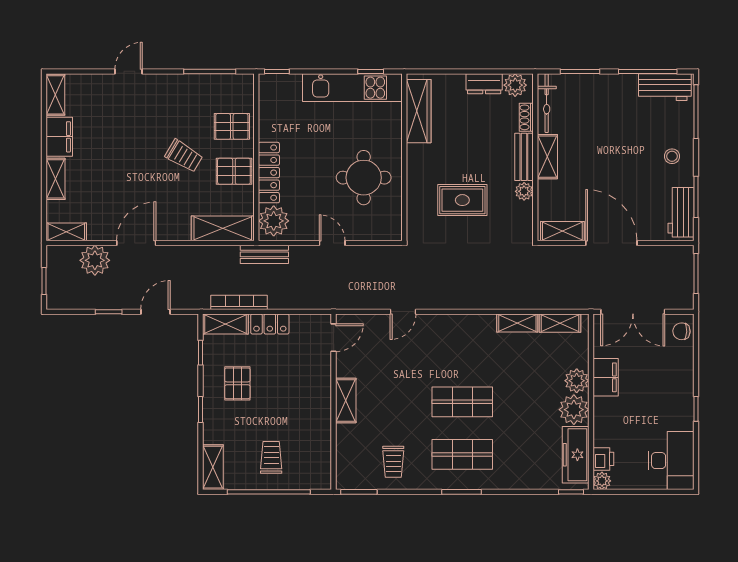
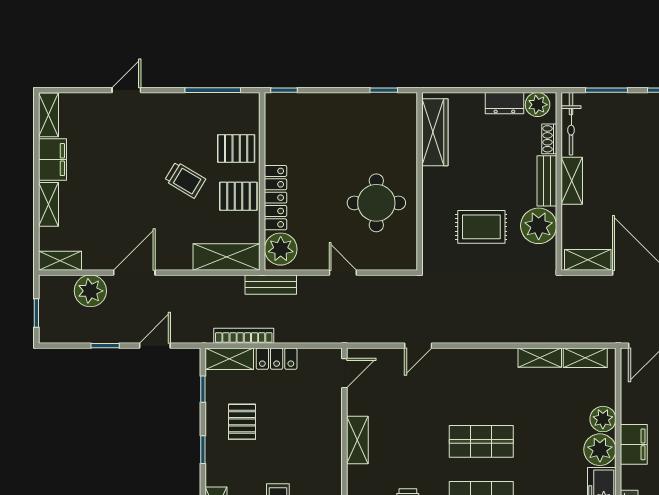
kitchen unit: (352, 88) -> (364, 107), removed
plant: (524, 191) -> (539, 226), width x1.87, depth x1.87
filing cabinet: (606, 377) -> (634, 444), moved

